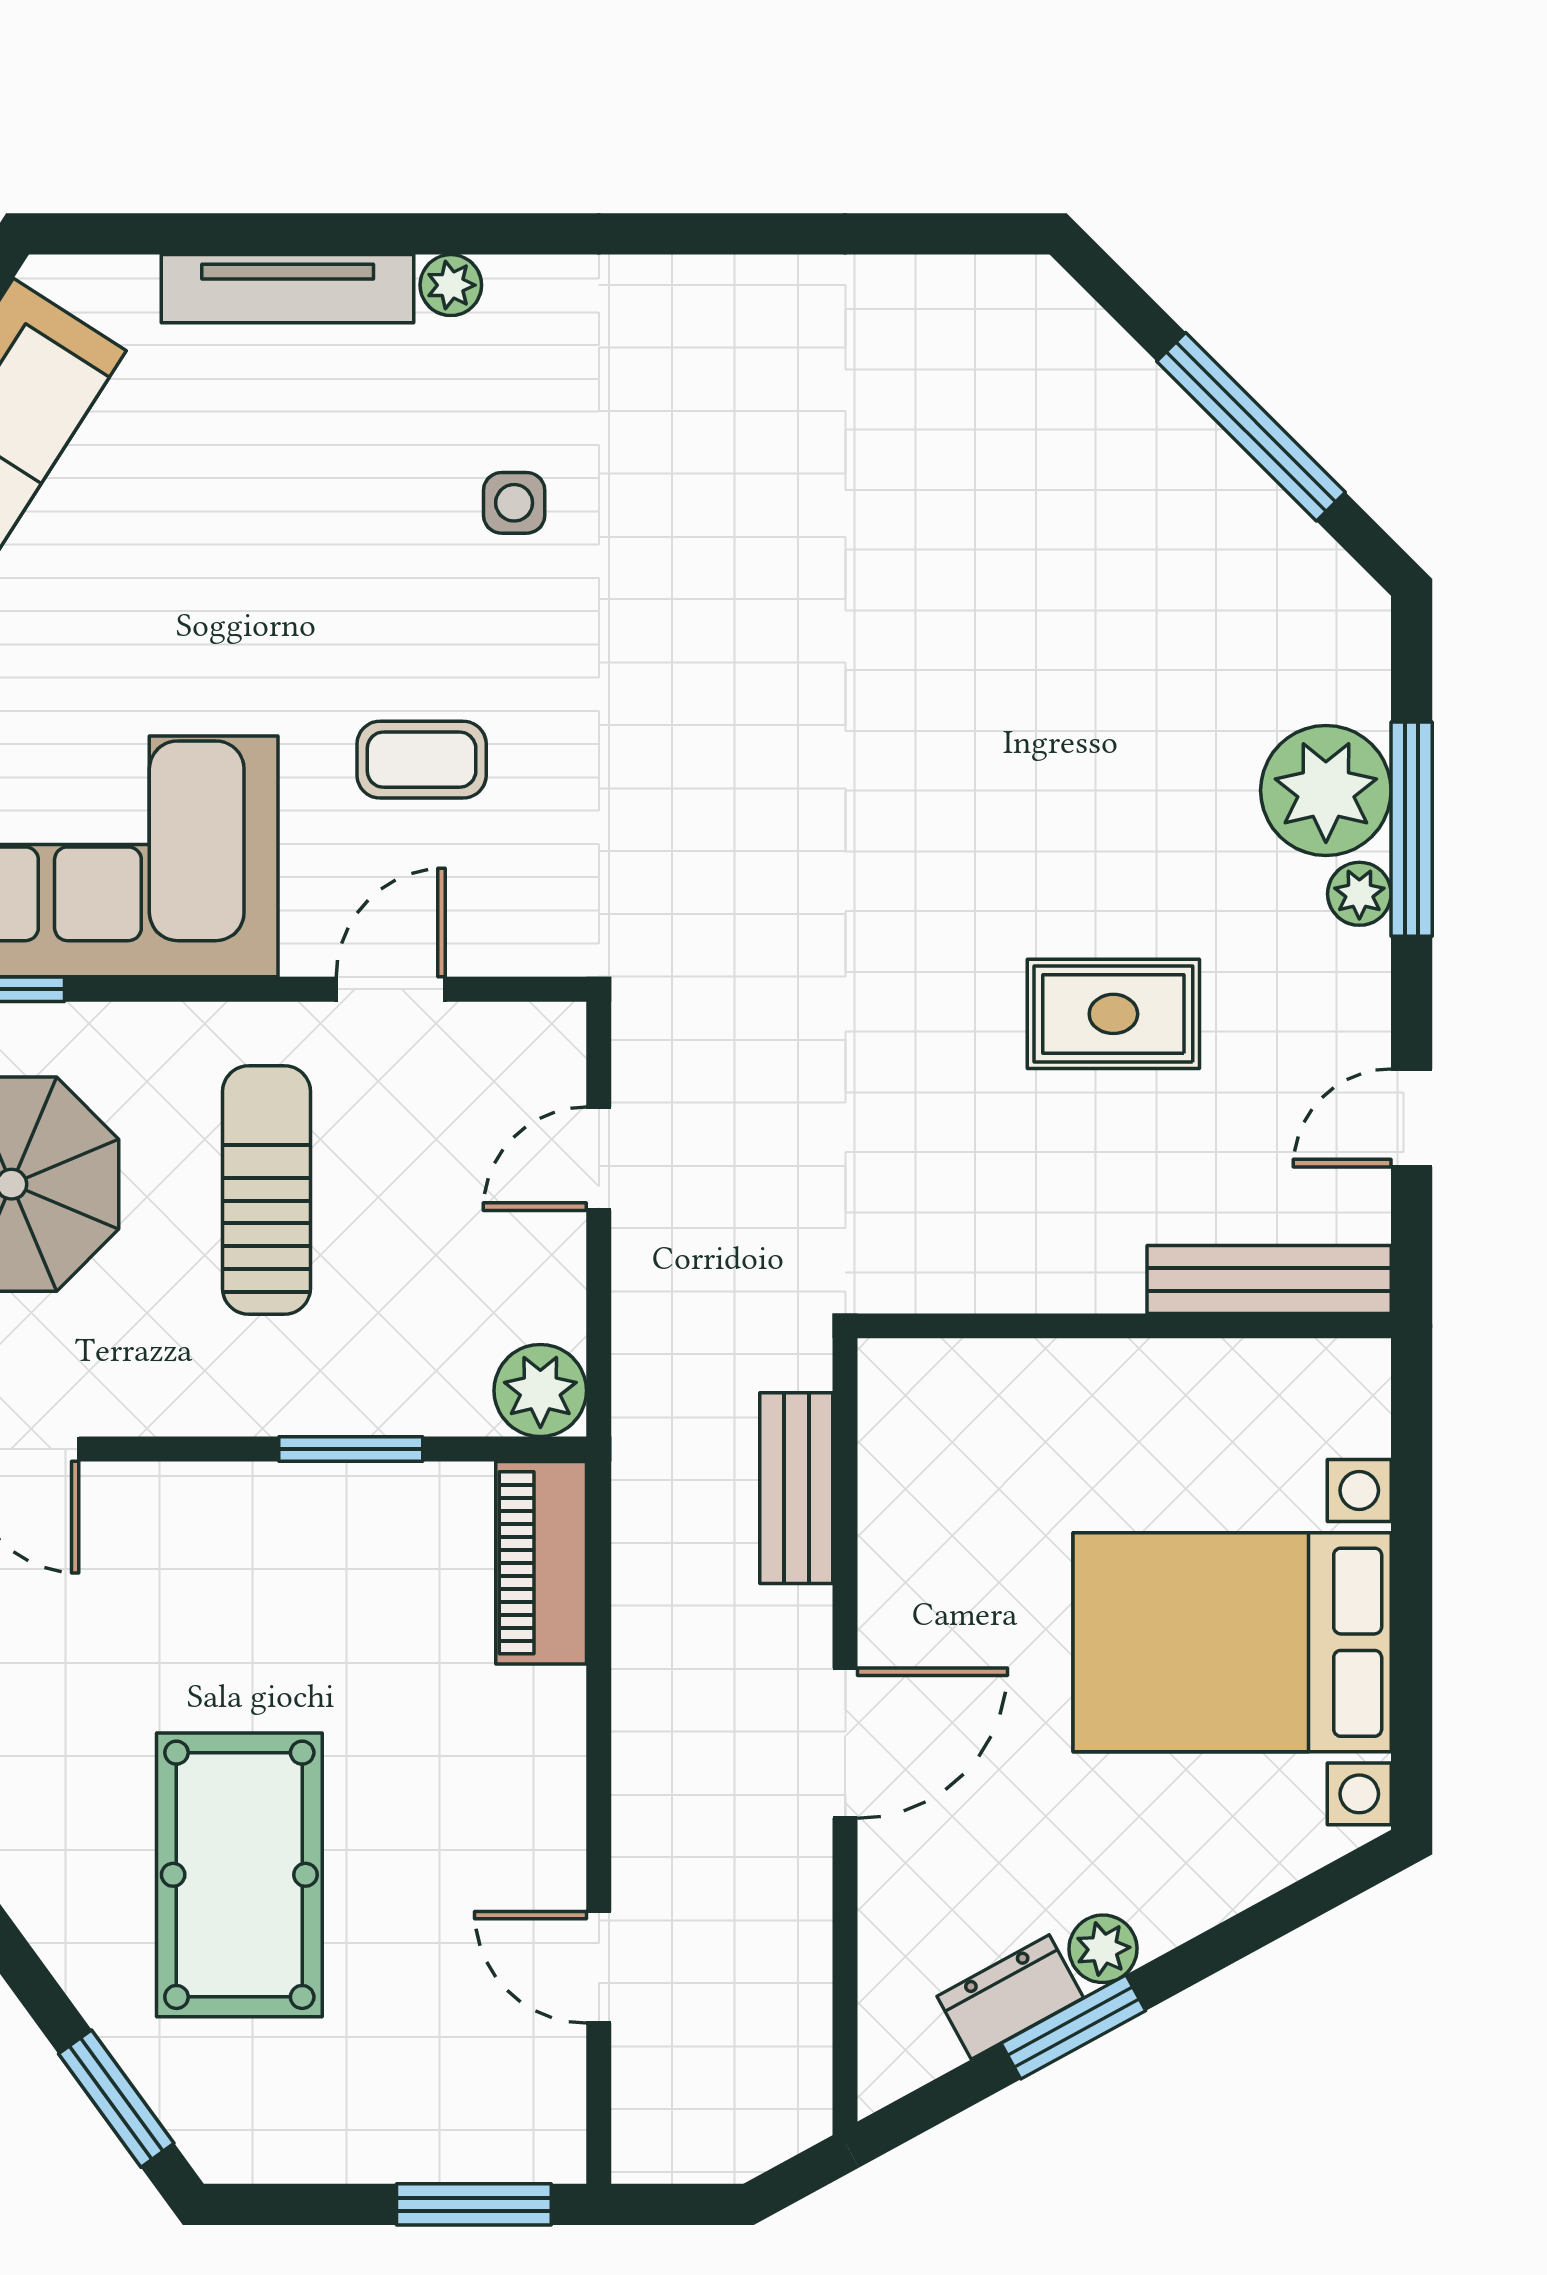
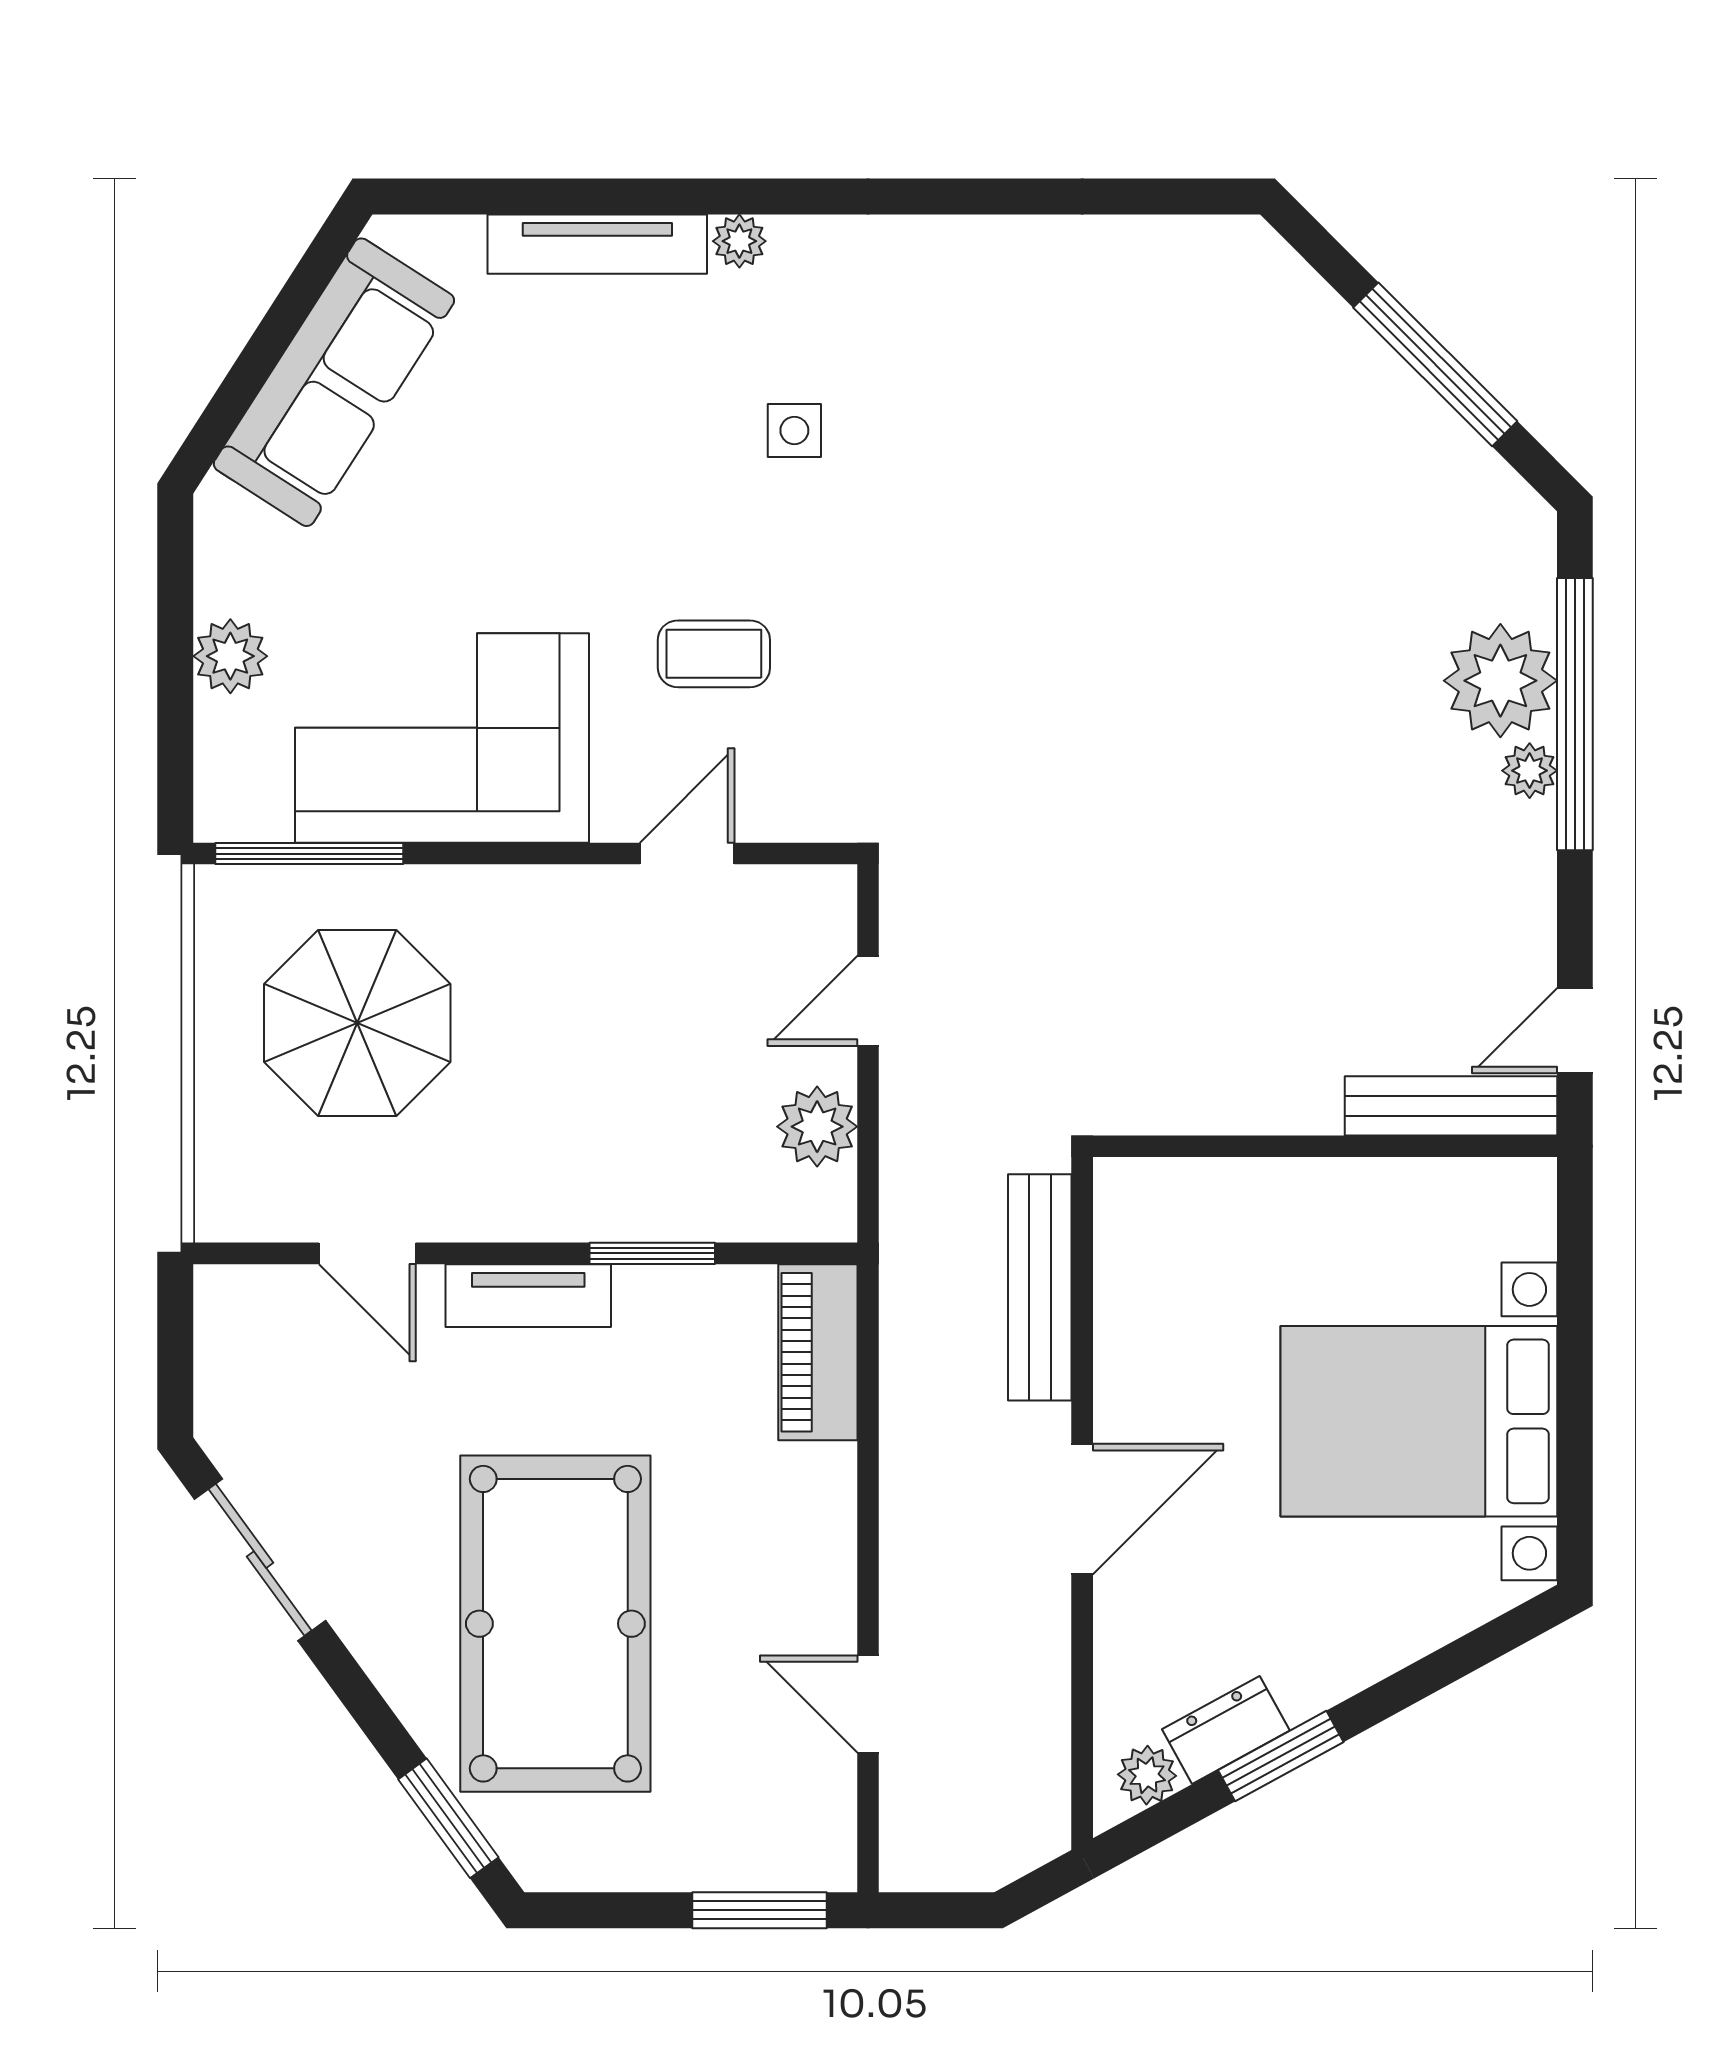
window: (1412, 829) -> (1575, 714), width x1.46
rug: (1113, 1014) -> (1316, 875), removed
door: (1412, 1118) -> (1575, 1031), moved
sun lounger: (266, 1190) -> (579, 1028), removed
plant: (540, 1391) -> (817, 1127), moved
bench: (796, 1488) -> (1040, 1287), width x1.36
tv unit: (208, 1498) -> (528, 1296), added
pool table: (239, 1875) -> (555, 1624), width x1.36, depth x1.32
plant: (1103, 1949) -> (1147, 1775), moved

